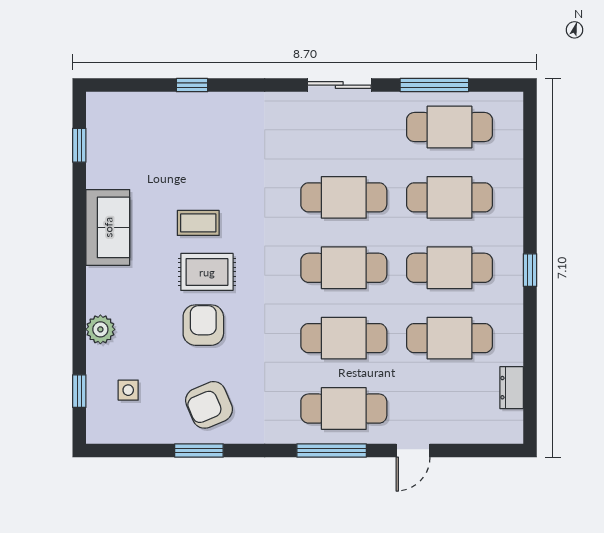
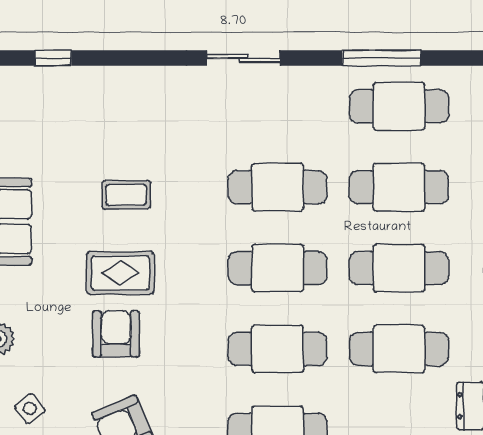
window: (192, 85) -> (53, 58), moved
sliding door: (339, 85) -> (244, 58), moved
coffee table: (198, 223) -> (126, 195), moved
side table: (128, 390) -> (30, 409), turned -37

